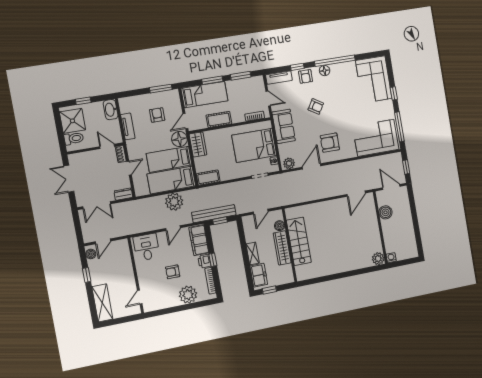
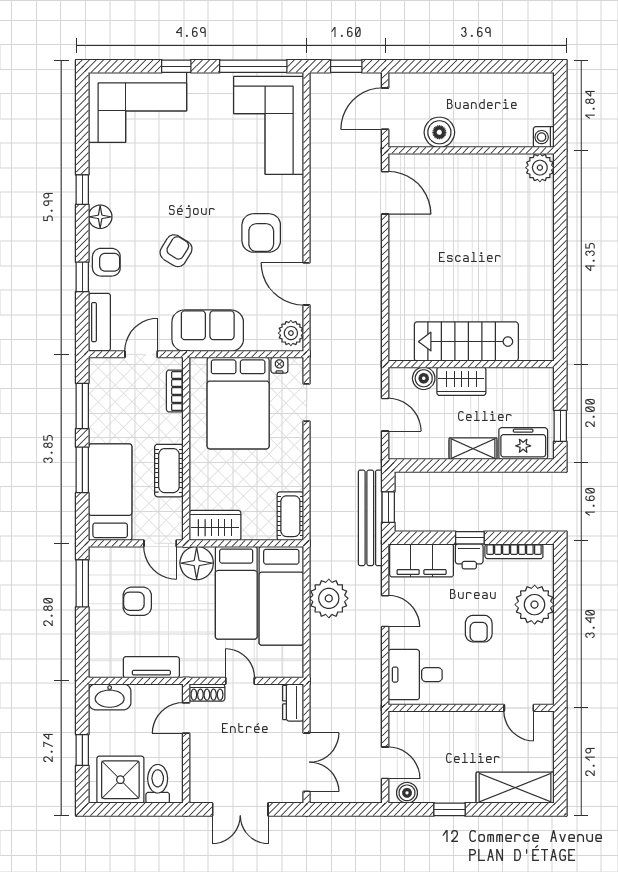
window: (335, 61) -> (82, 190), width x0.32
wardrobe: (282, 248) -> (461, 381), width x0.67

